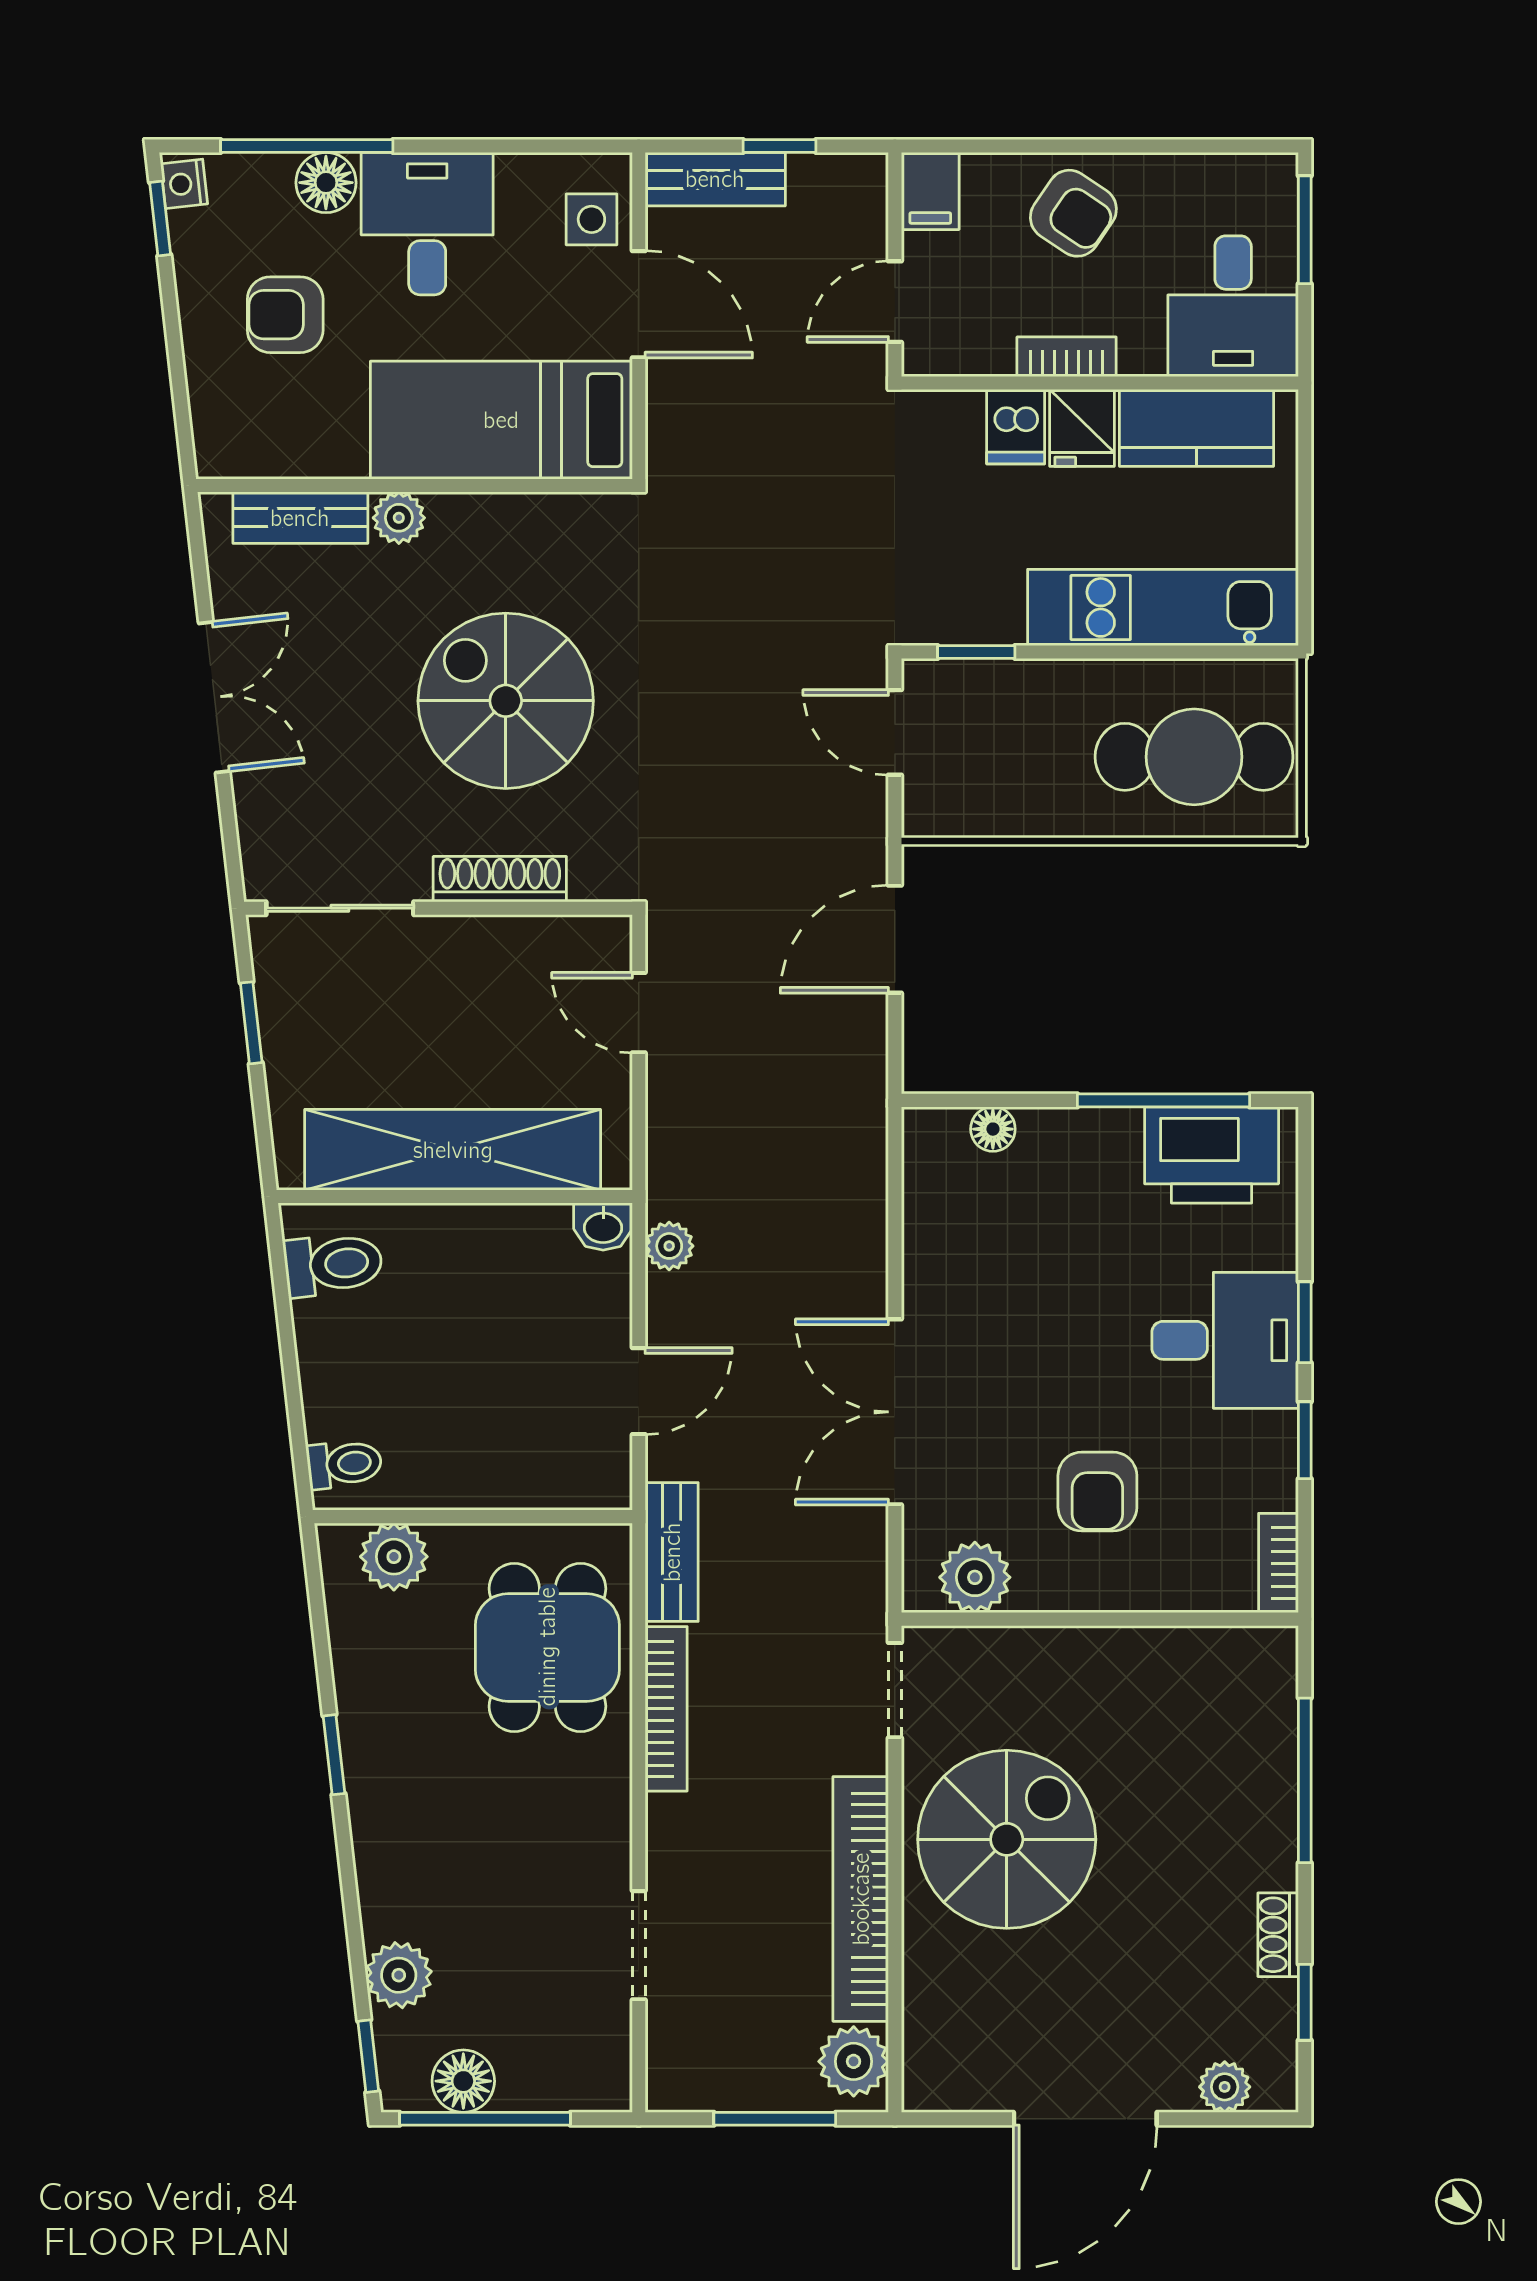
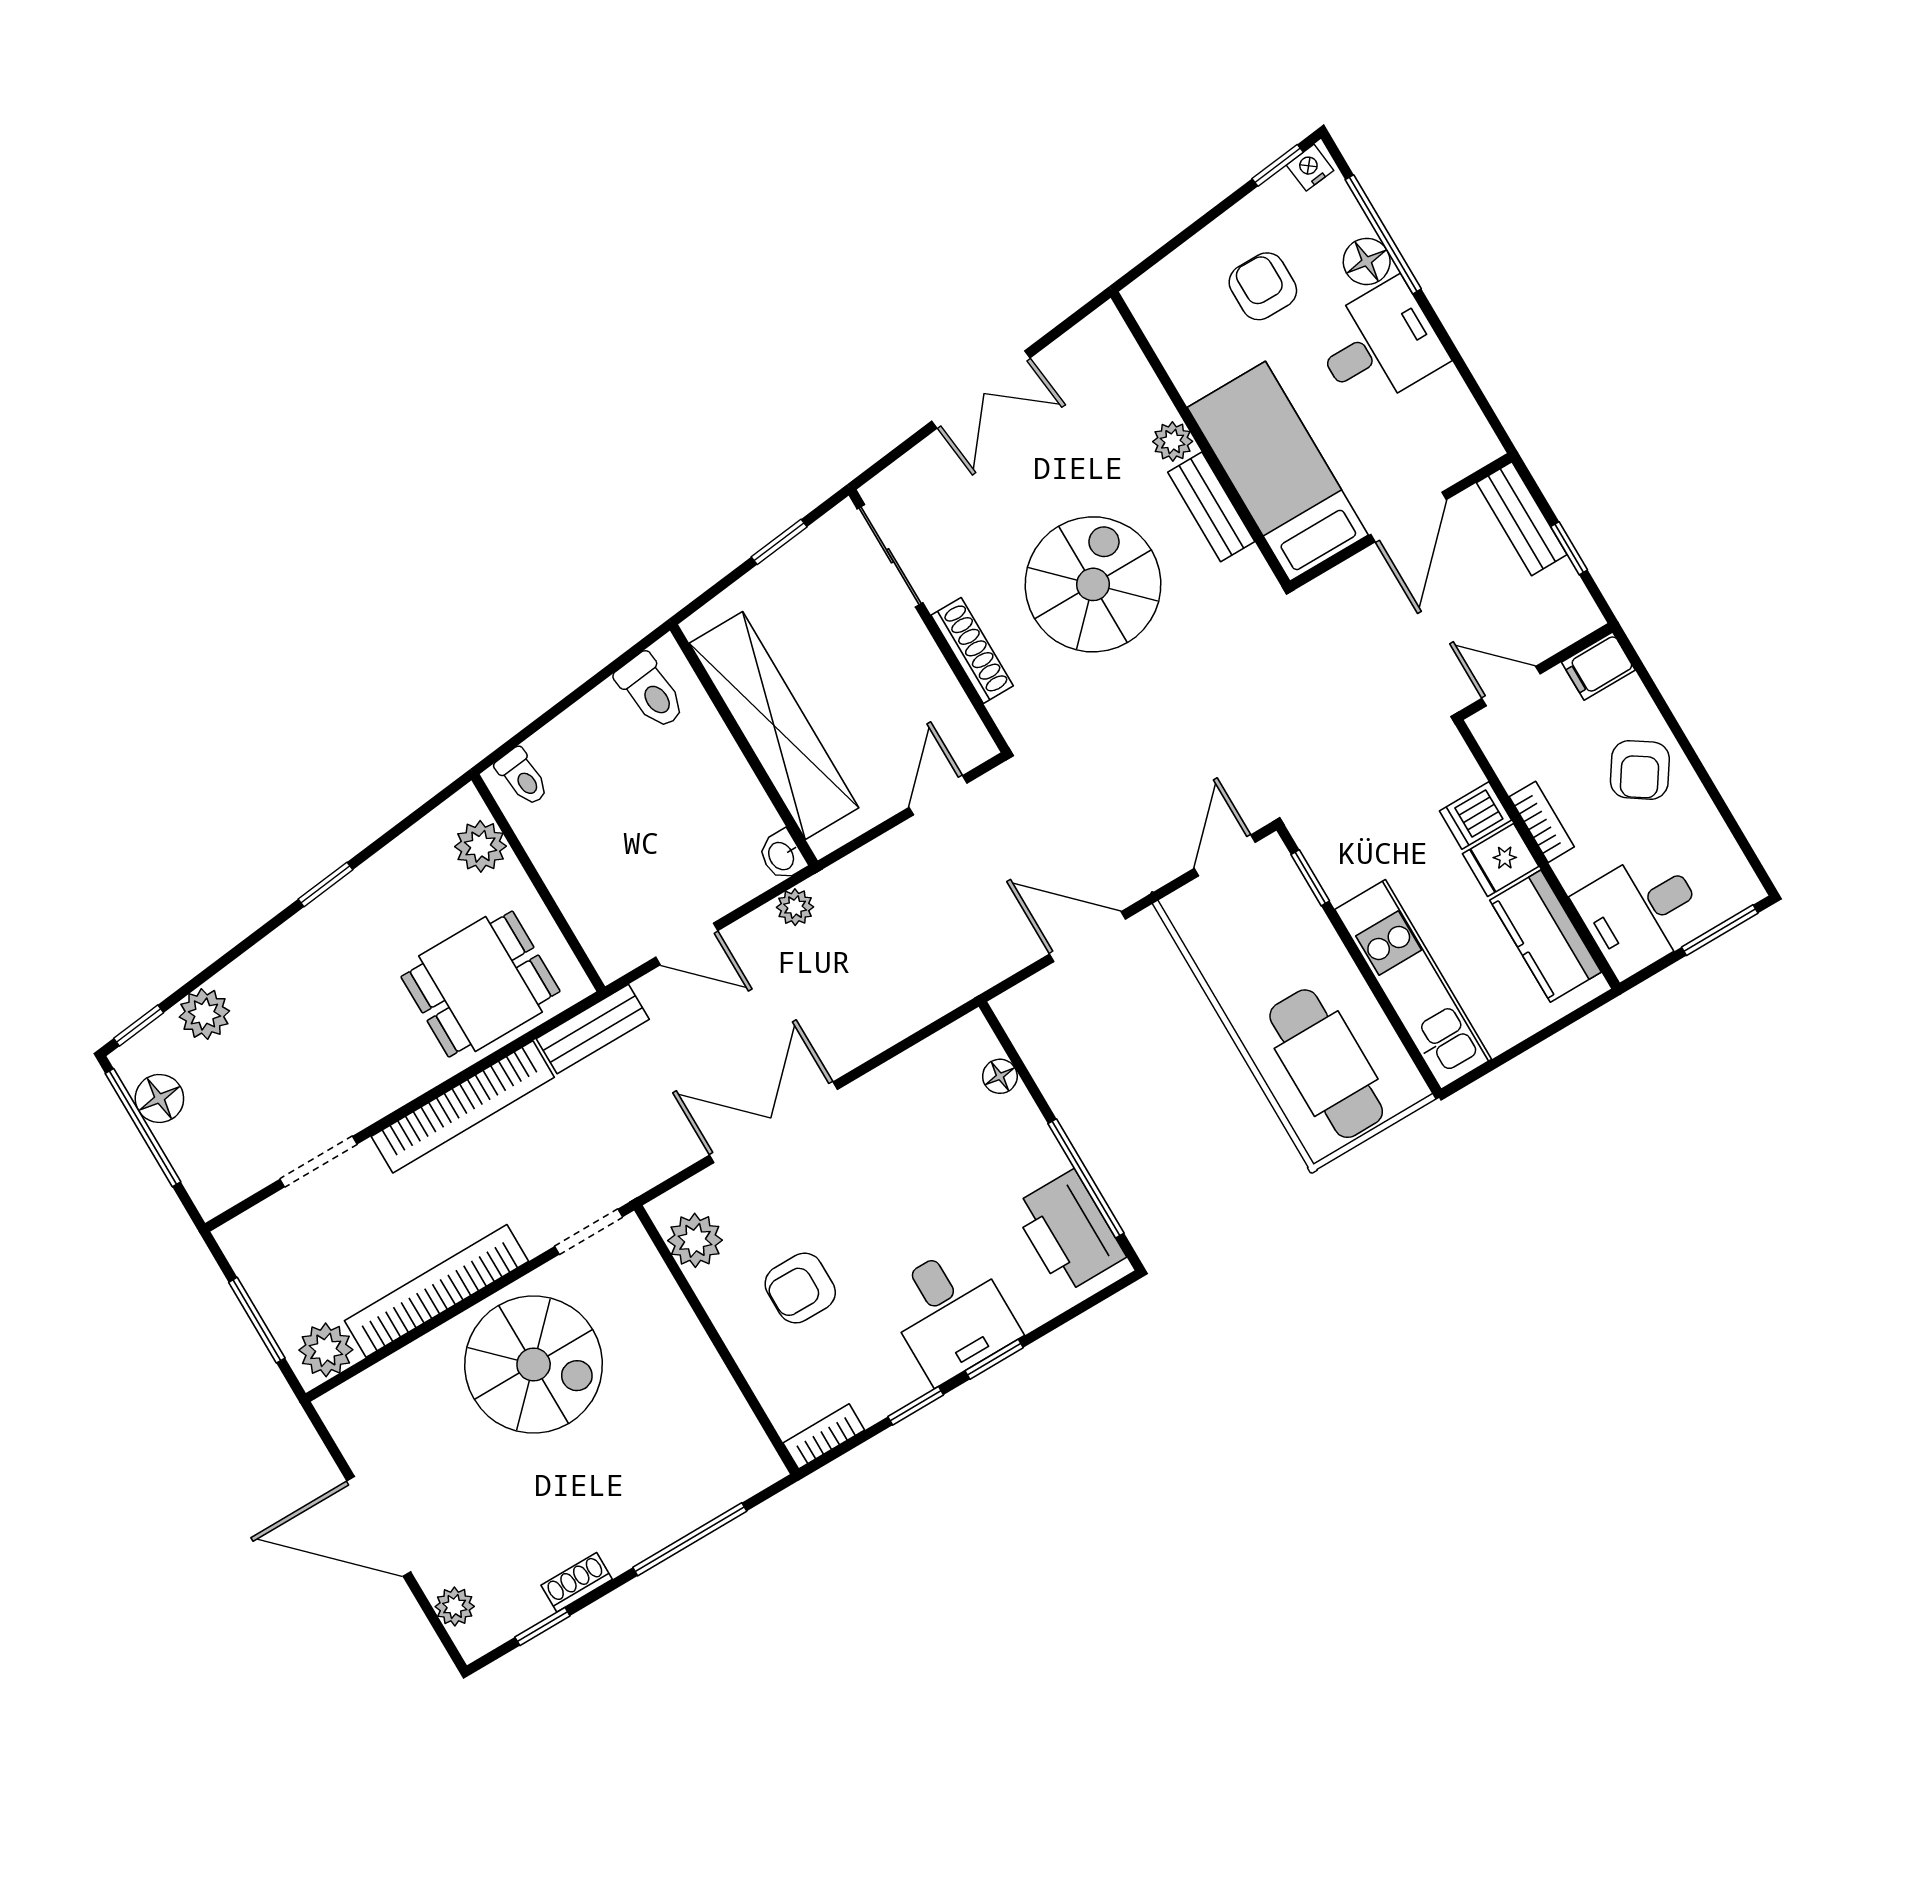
side table: (591, 219) -> (1446, 452), removed
bench: (300, 518) -> (1211, 507), moved
bookcase: (666, 1709) -> (463, 1107), width x1.48, depth x1.31

